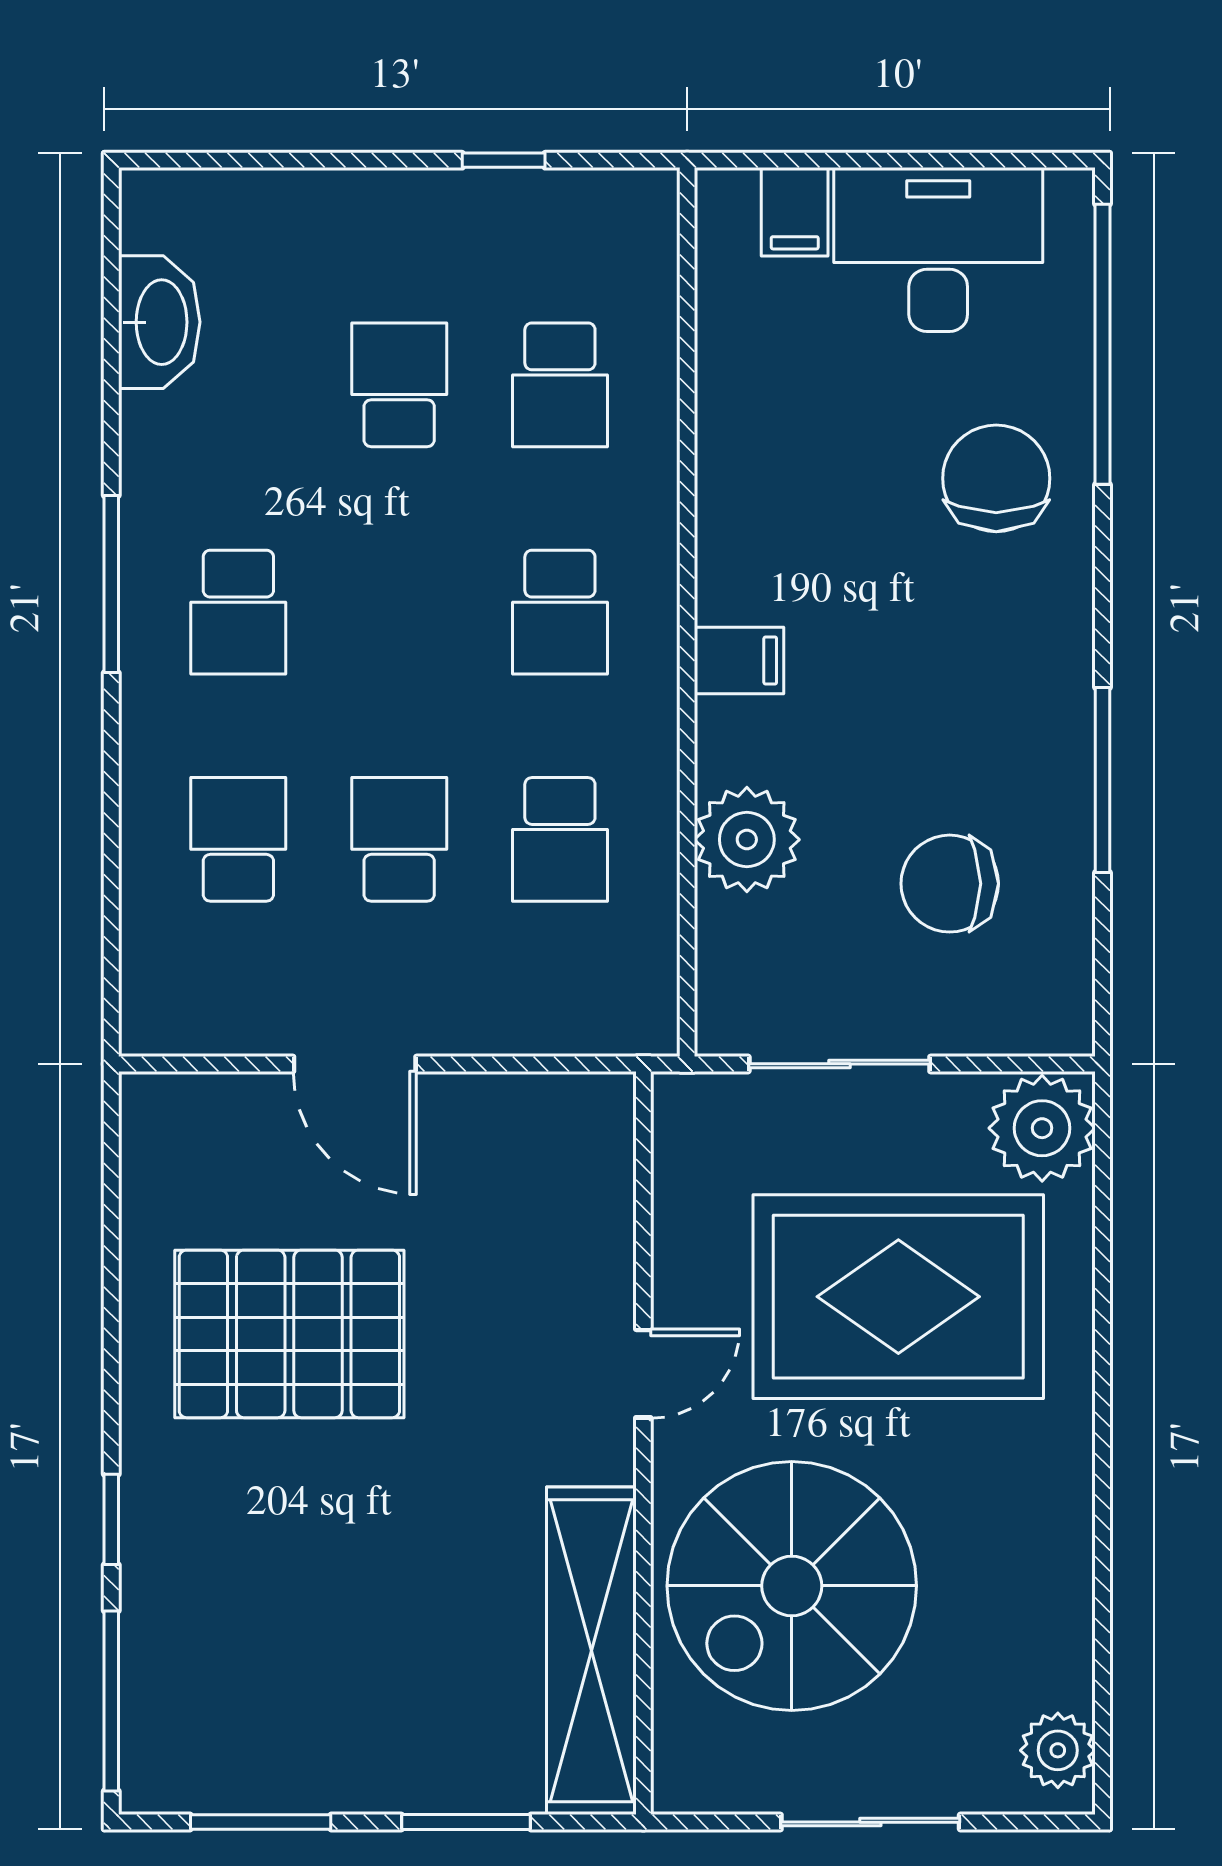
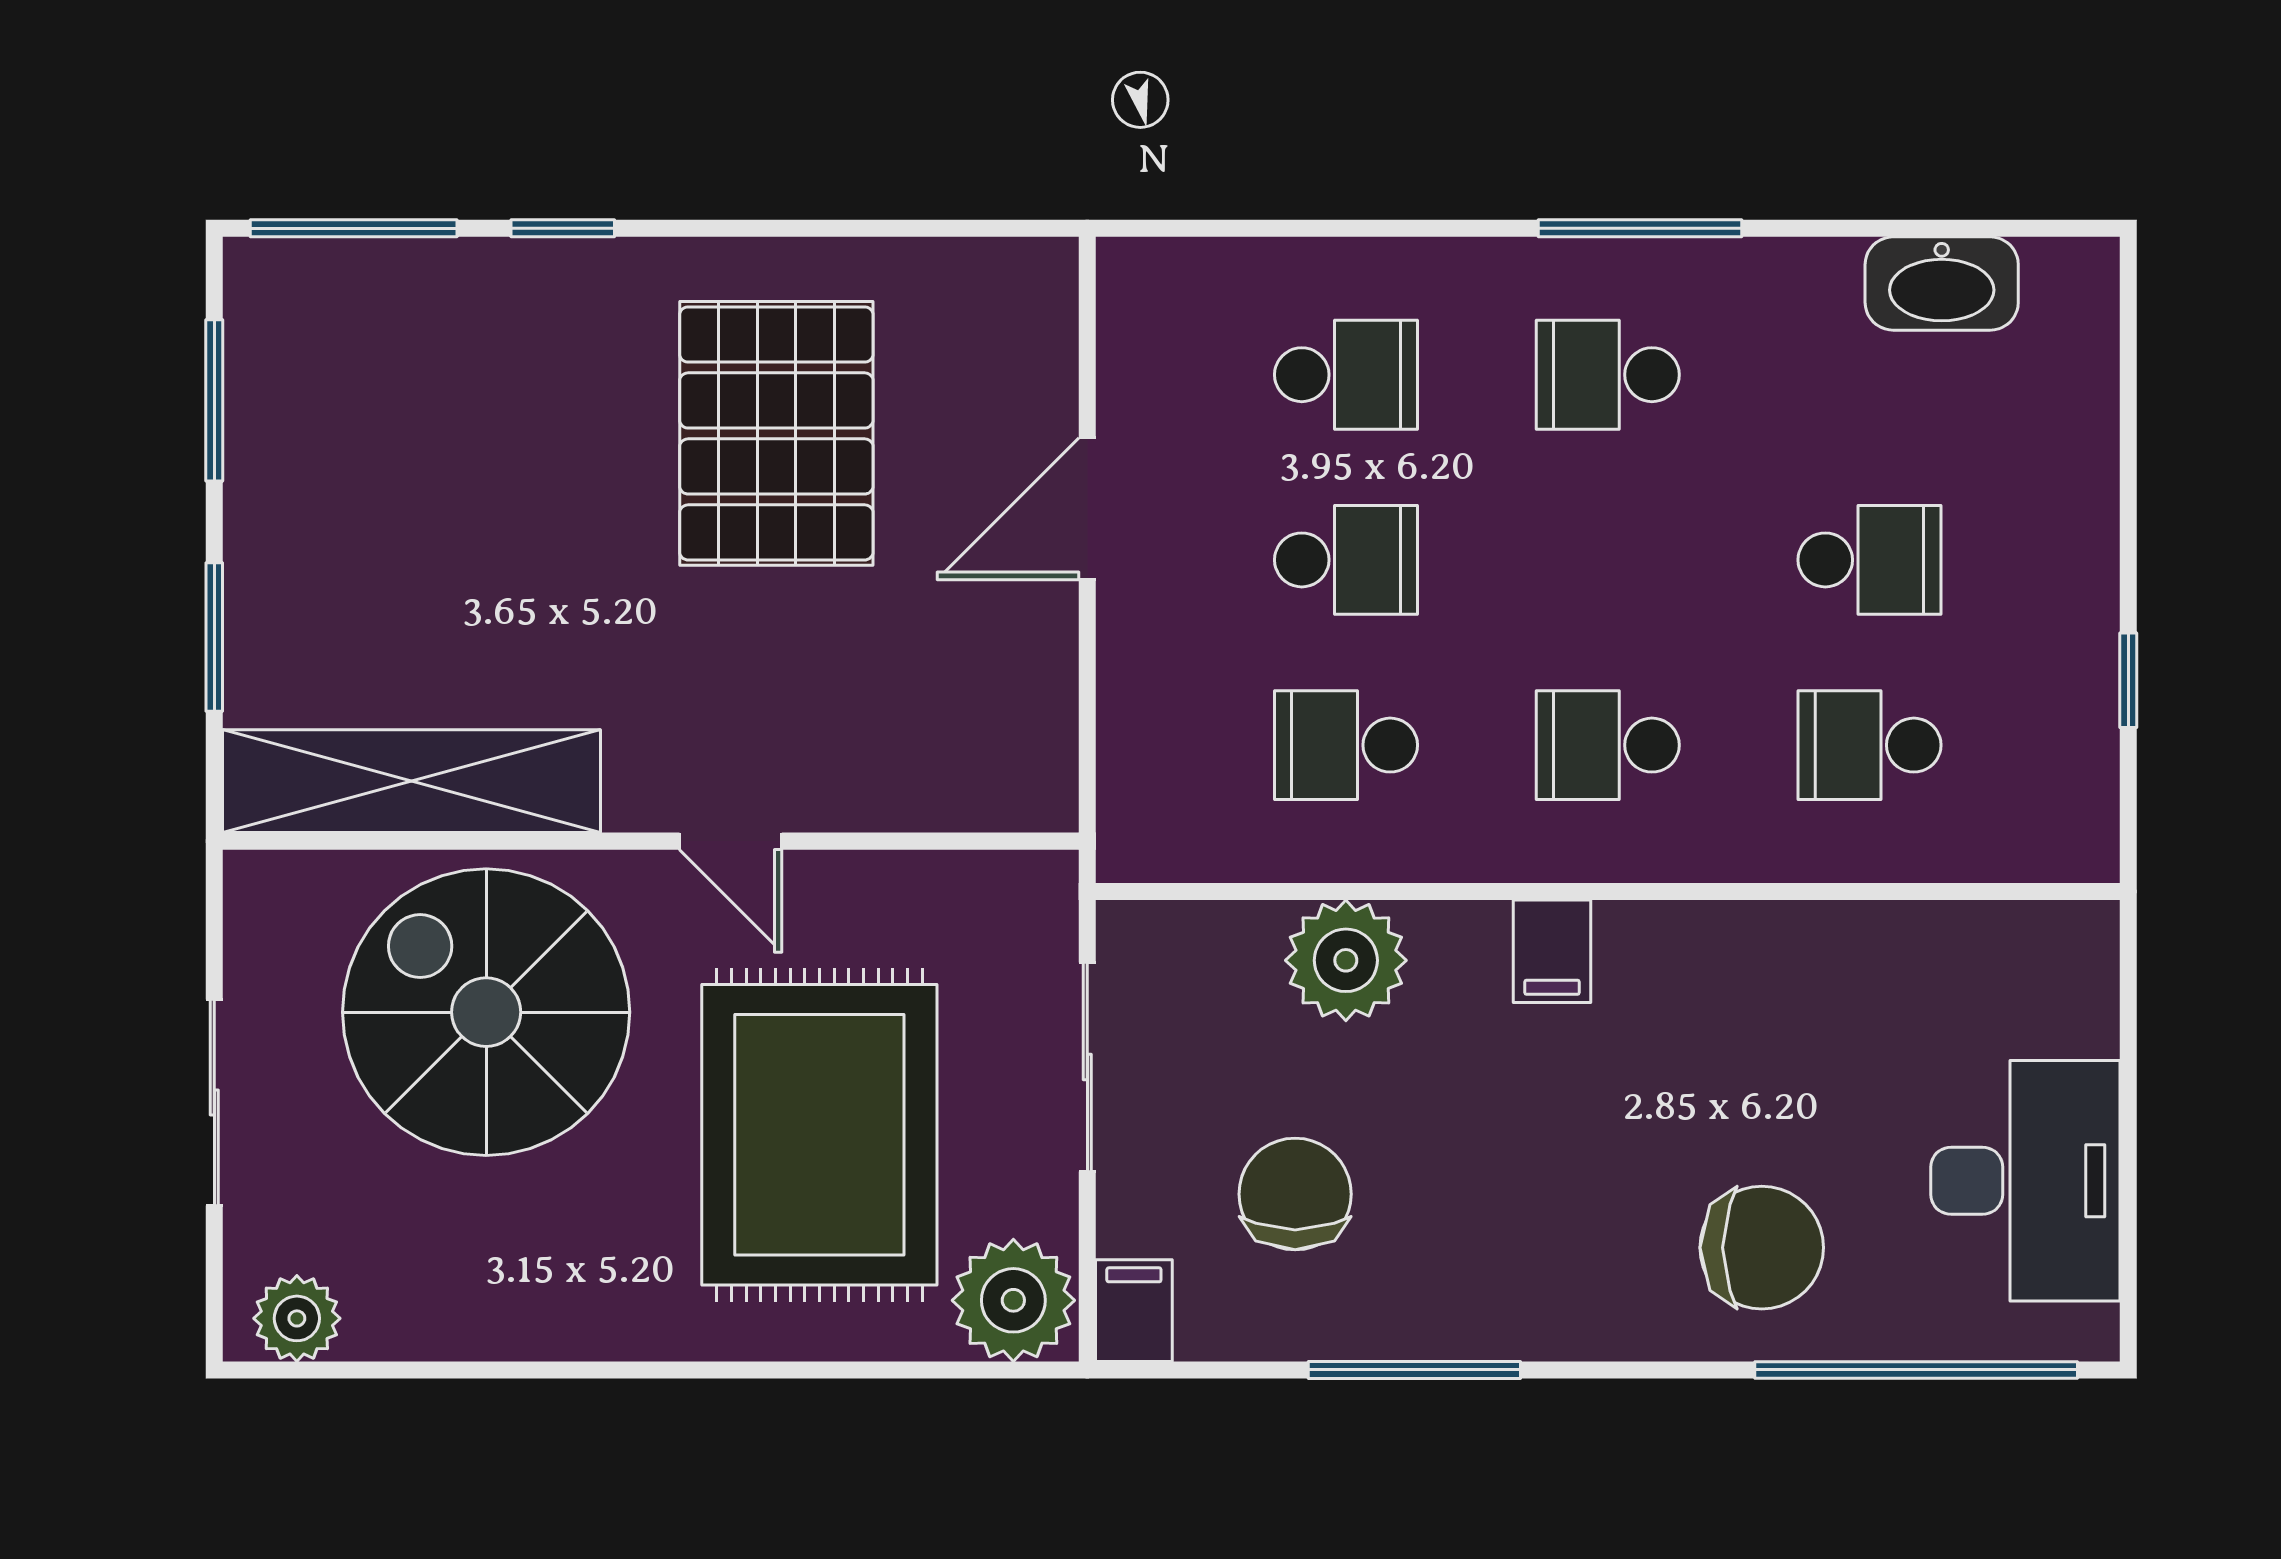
filing cabinet: (795, 212) -> (1134, 1311), moved, turned 90

